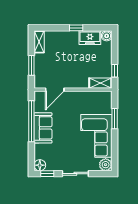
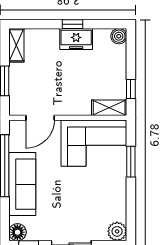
freezer: (90, 38) -> (76, 39), moved
sofa: (43, 128) -> (22, 184), width x1.36
corner sofa: (96, 136) -> (94, 143), moved, turned -90

